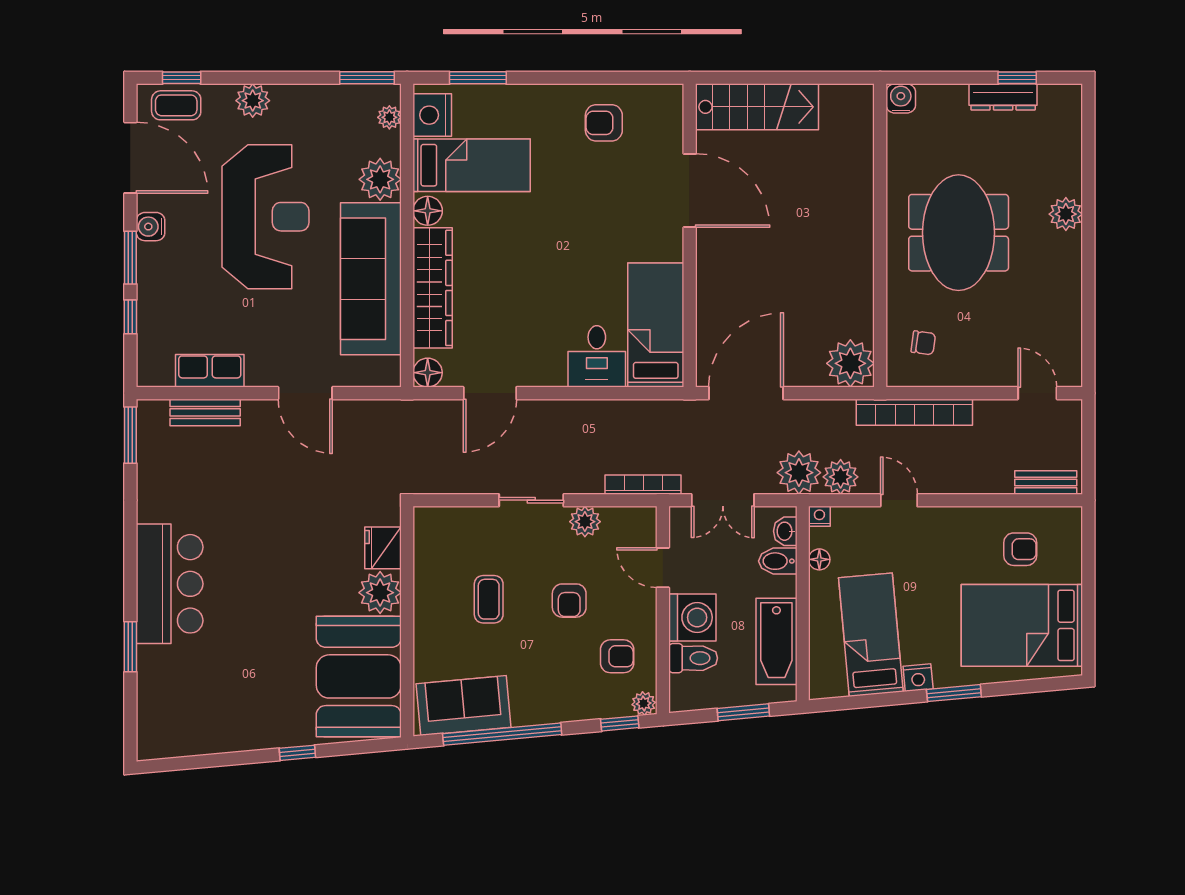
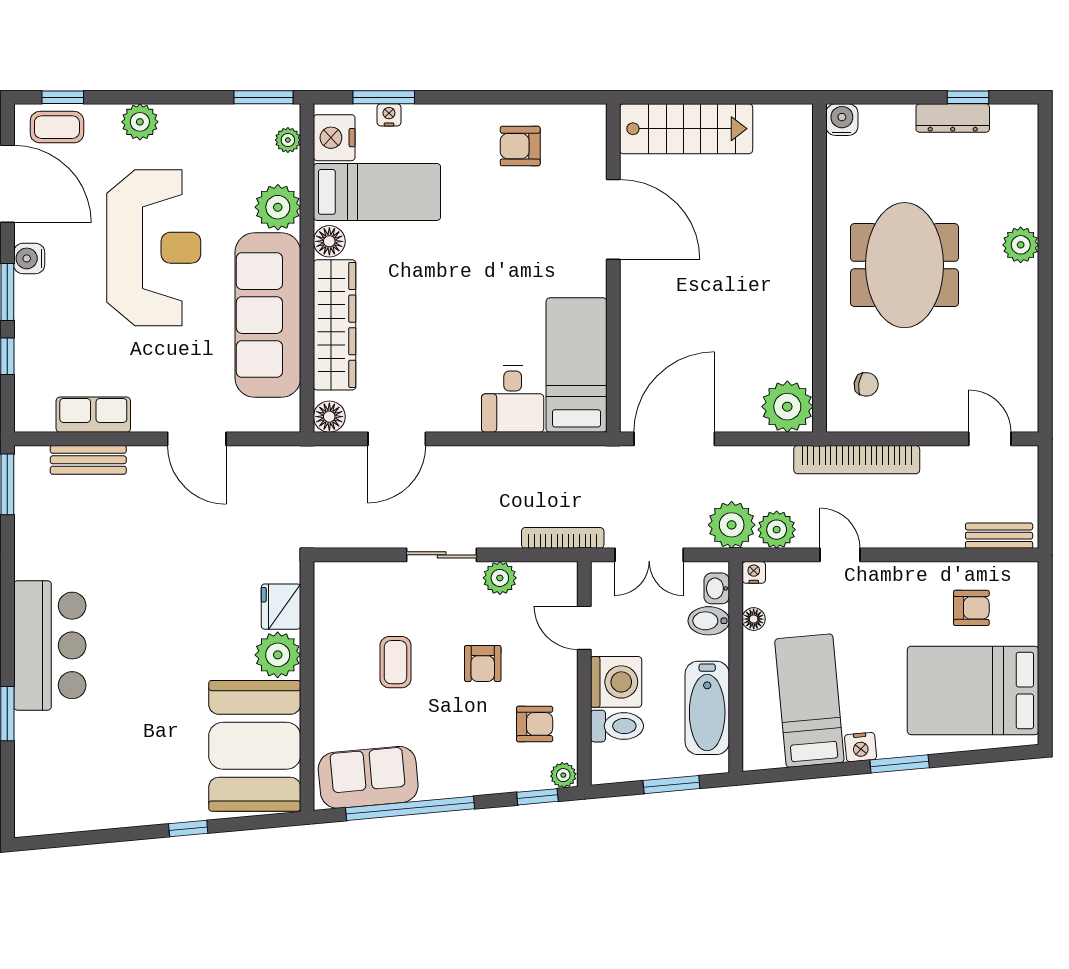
nightstand: (483, 94) -> (389, 115), added

